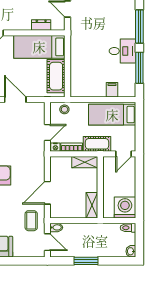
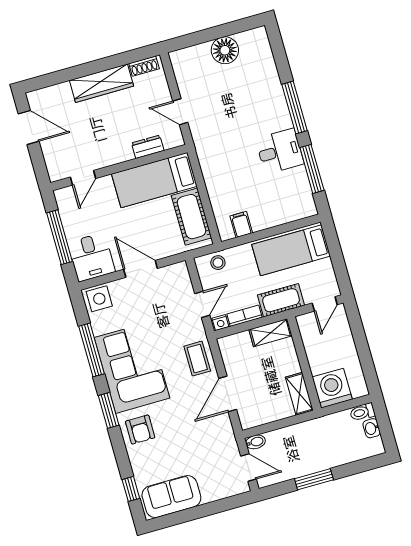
filing cabinet: (112, 90) -> (241, 224), moved
washing machine: (125, 208) -> (332, 388), moved
coffee table: (31, 221) -> (197, 359), moved
washbasin: (131, 251) -> (372, 428), moved

